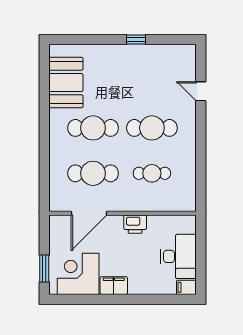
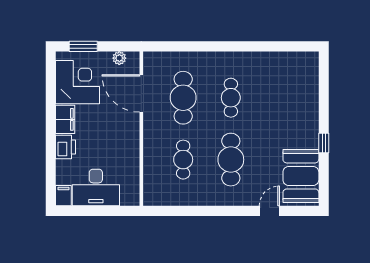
booth: (66, 82) -> (301, 176), moved, turned 90
cafe table: (93, 128) -> (231, 98), width x0.73, depth x0.74
printer: (135, 224) -> (66, 147), moved, turned 180
plant: (55, 234) -> (119, 58), added

